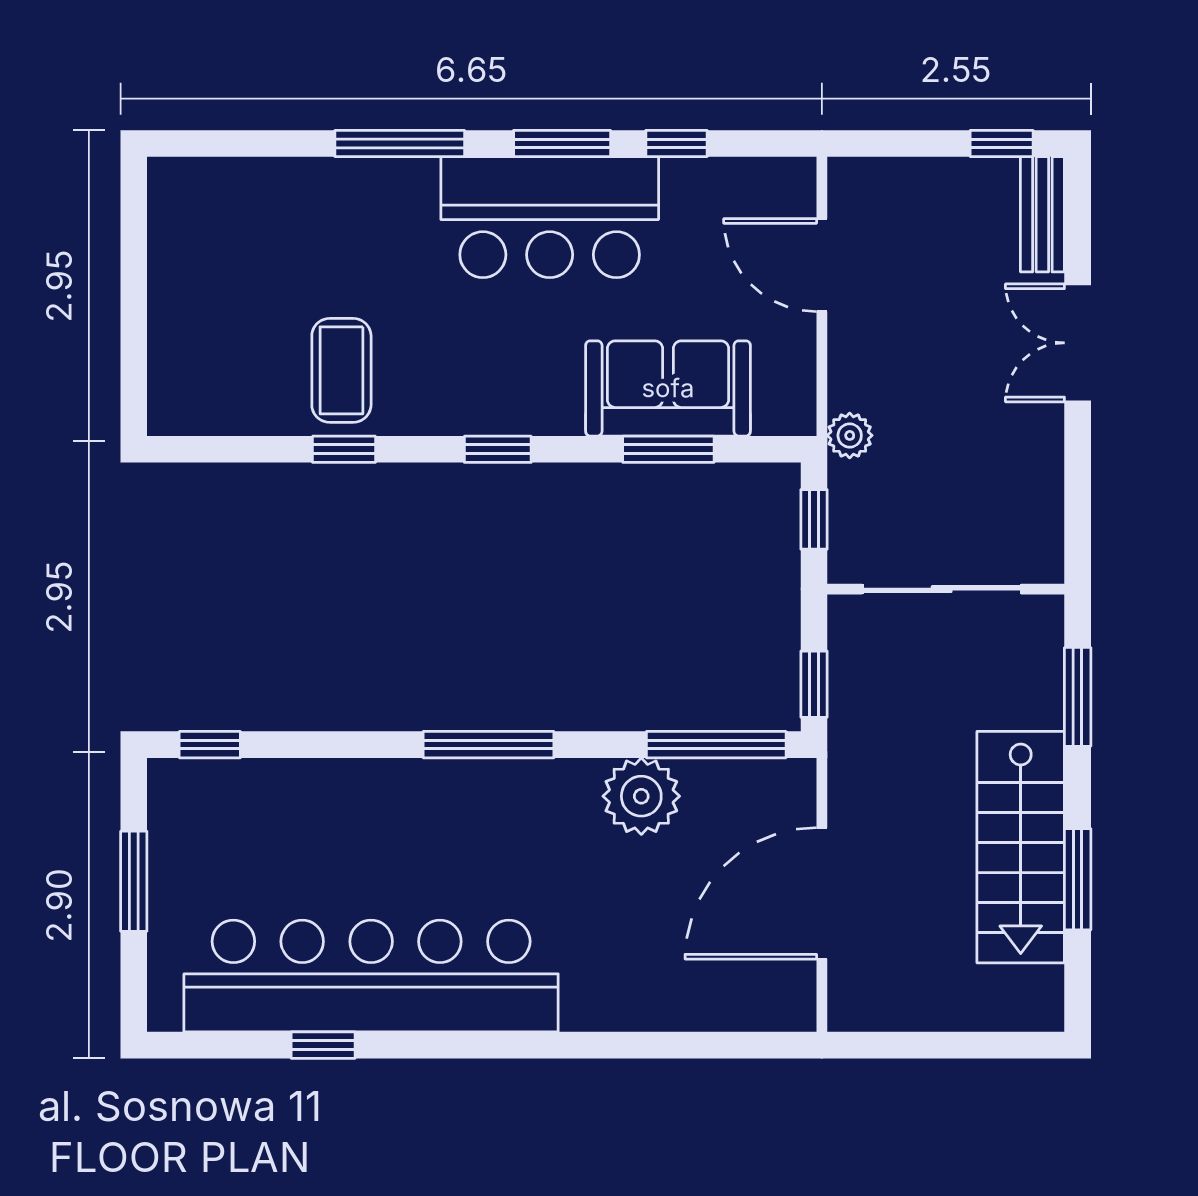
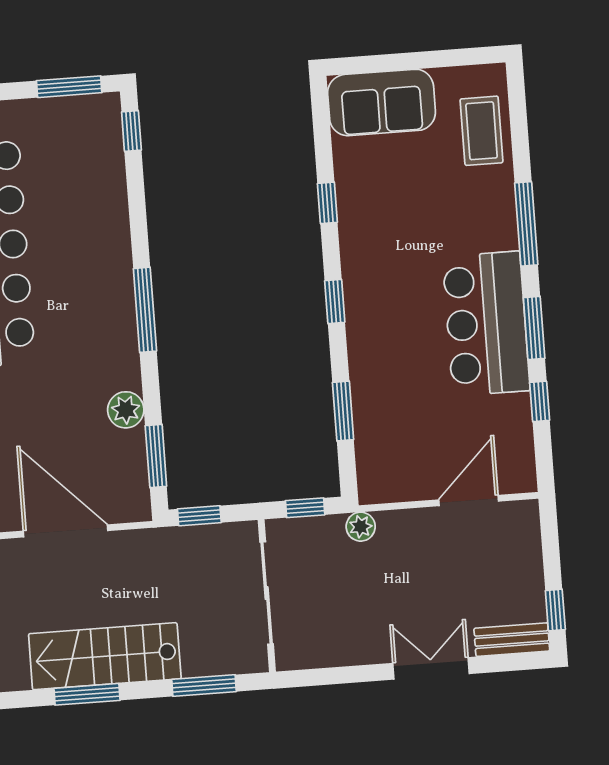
coffee table: (341, 370) -> (482, 131), moved, turned 90
sofa: (668, 388) -> (382, 102), moved, turned 90
window: (716, 745) -> (156, 456), width x0.69
plant: (641, 796) -> (126, 410), width x0.73, depth x0.73
window: (134, 881) -> (69, 87), moved

